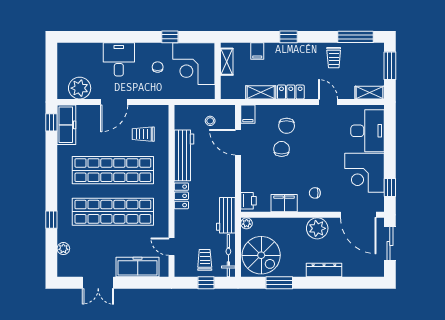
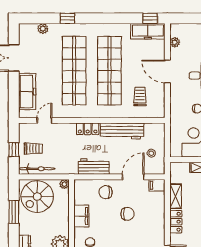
plant: (80, 88) -> (175, 42), width x0.53, depth x0.53
chair: (287, 126) -> (106, 192), moved
printer: (249, 201) -> (83, 186), removed
workbench: (226, 215) -> (94, 167), moved

